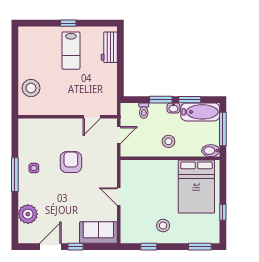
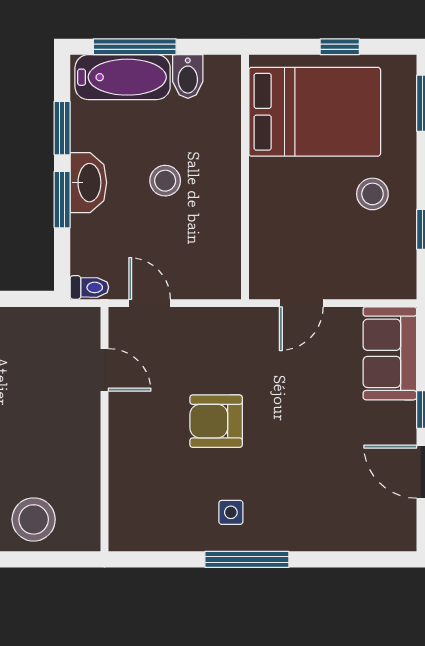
washbasin: (174, 108) -> (88, 183), width x1.91, depth x1.45
toilet: (144, 111) -> (89, 287), moved
bathtub: (200, 112) -> (123, 77), moved, turned 90
wall: (170, 158) -> (245, 177), moved
bed: (196, 187) -> (315, 112), moved
plant: (28, 214) -> (344, 527), removed

